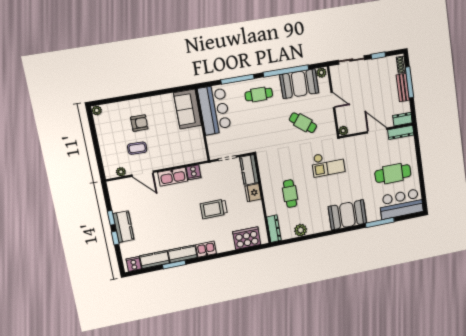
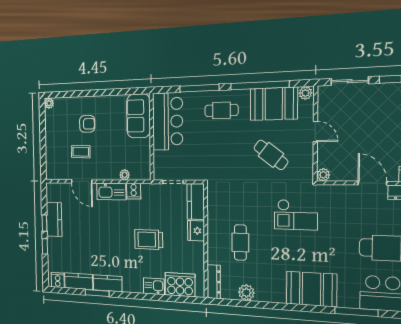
plant: (121, 172) -> (125, 175), moved
kitchen counter: (123, 227) -> (54, 219), moved
kitchen sink: (206, 249) -> (154, 286), moved

